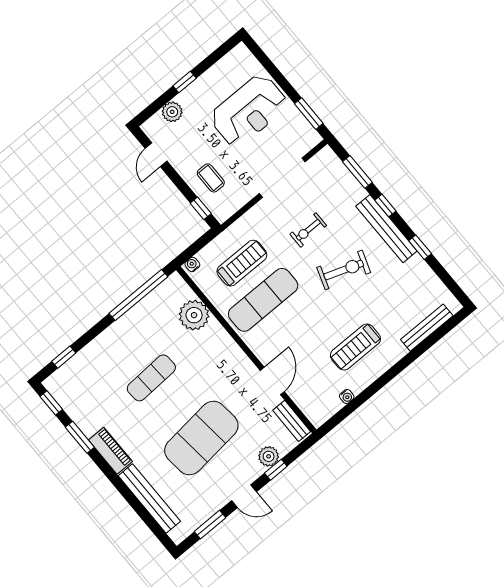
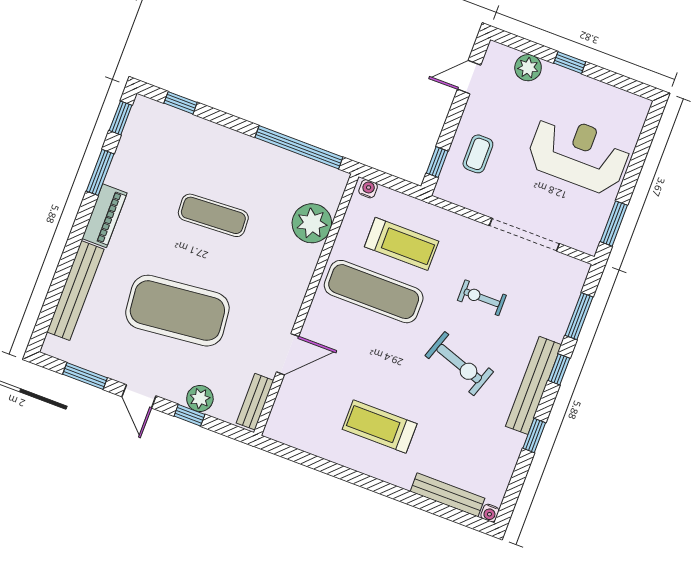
reception desk: (249, 111) -> (579, 154), turned 180
water cooler: (347, 396) -> (490, 513), moved

